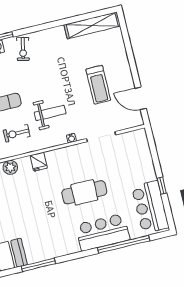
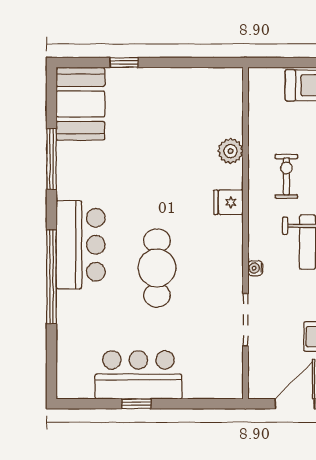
bar counter: (150, 207) -> (138, 375), moved
bar counter: (103, 232) -> (81, 245), moved
window: (124, 244) -> (51, 277), moved

